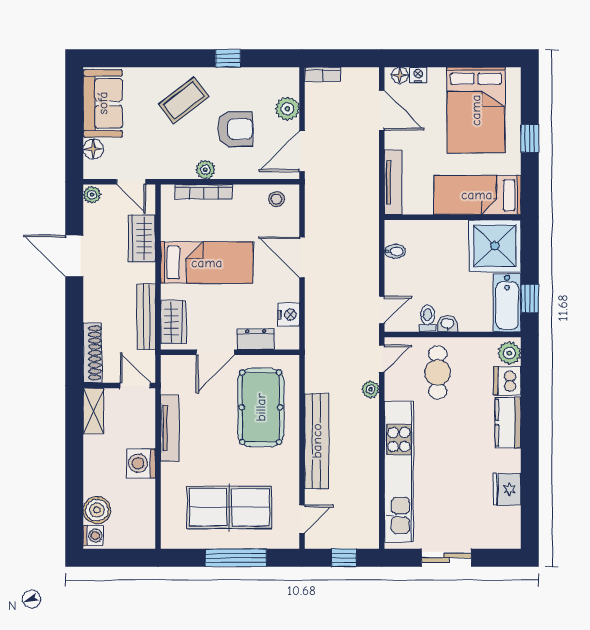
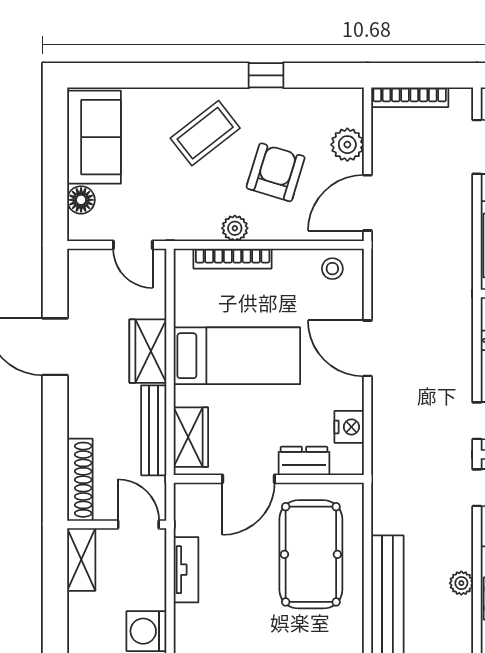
bookcase: (323, 74) -> (410, 97), width x1.56
armchair: (235, 129) -> (276, 172), turned -73
plant: (92, 195) -> (79, 263), removed
wardrobe: (142, 238) -> (148, 351), moved
plant: (370, 389) -> (461, 583), moved
tv unit: (170, 428) -> (186, 570), width x0.71

